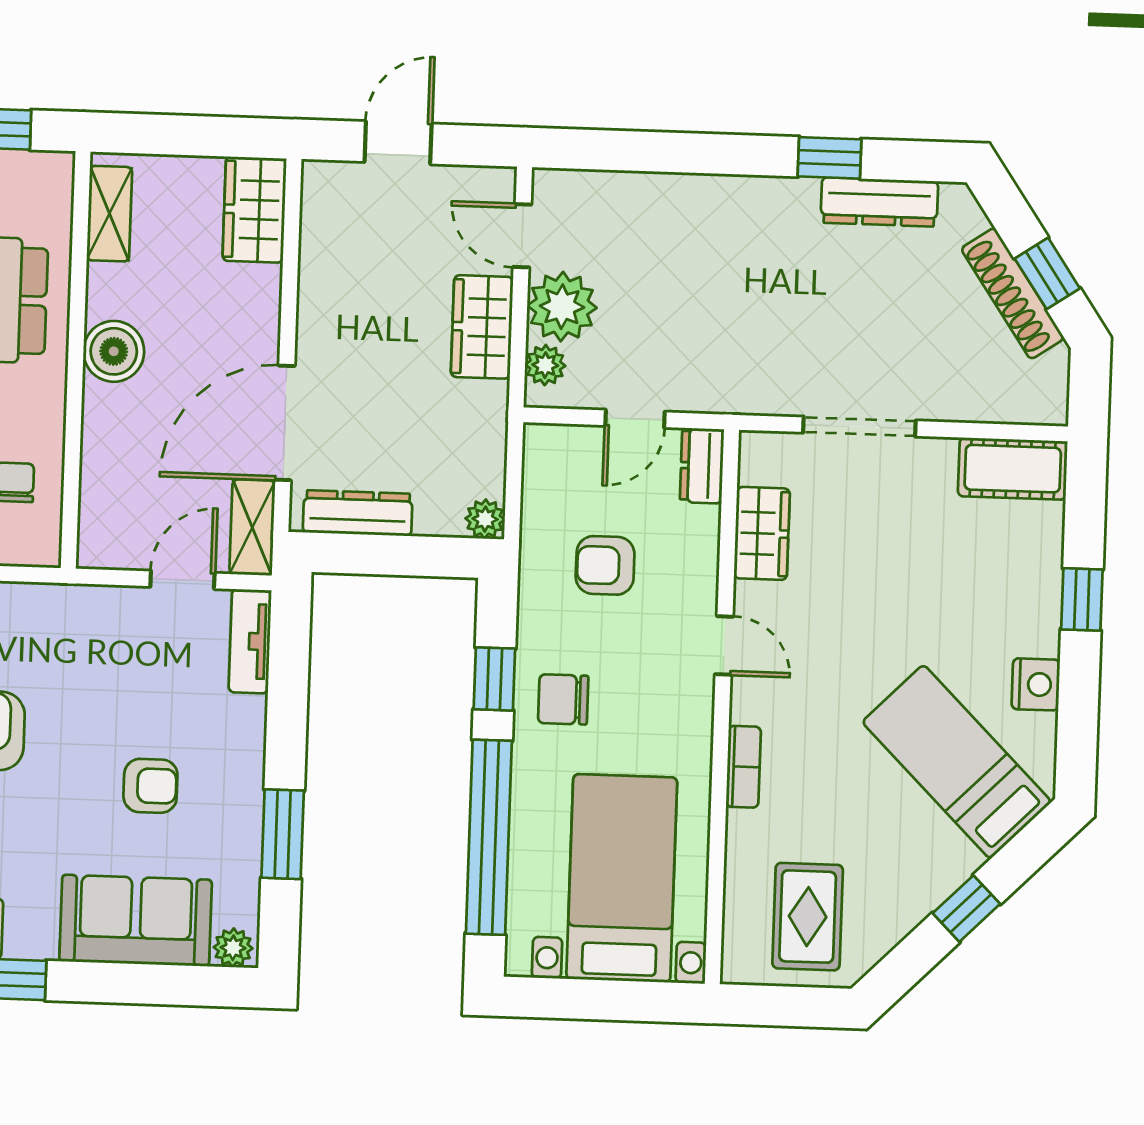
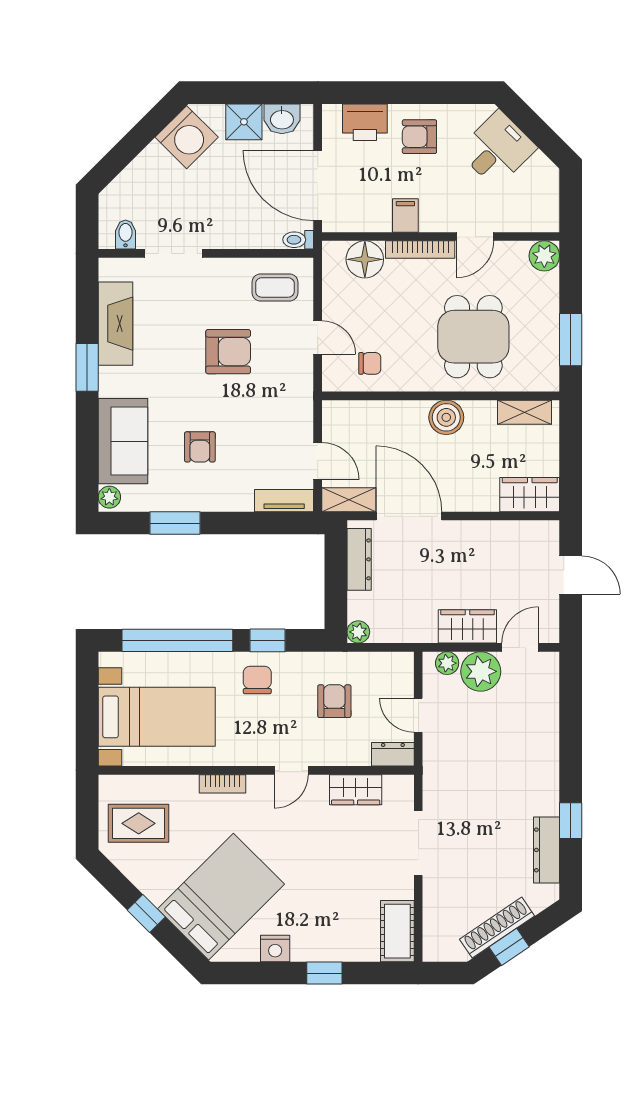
bed: (957, 762) -> (221, 897), width x1.50

